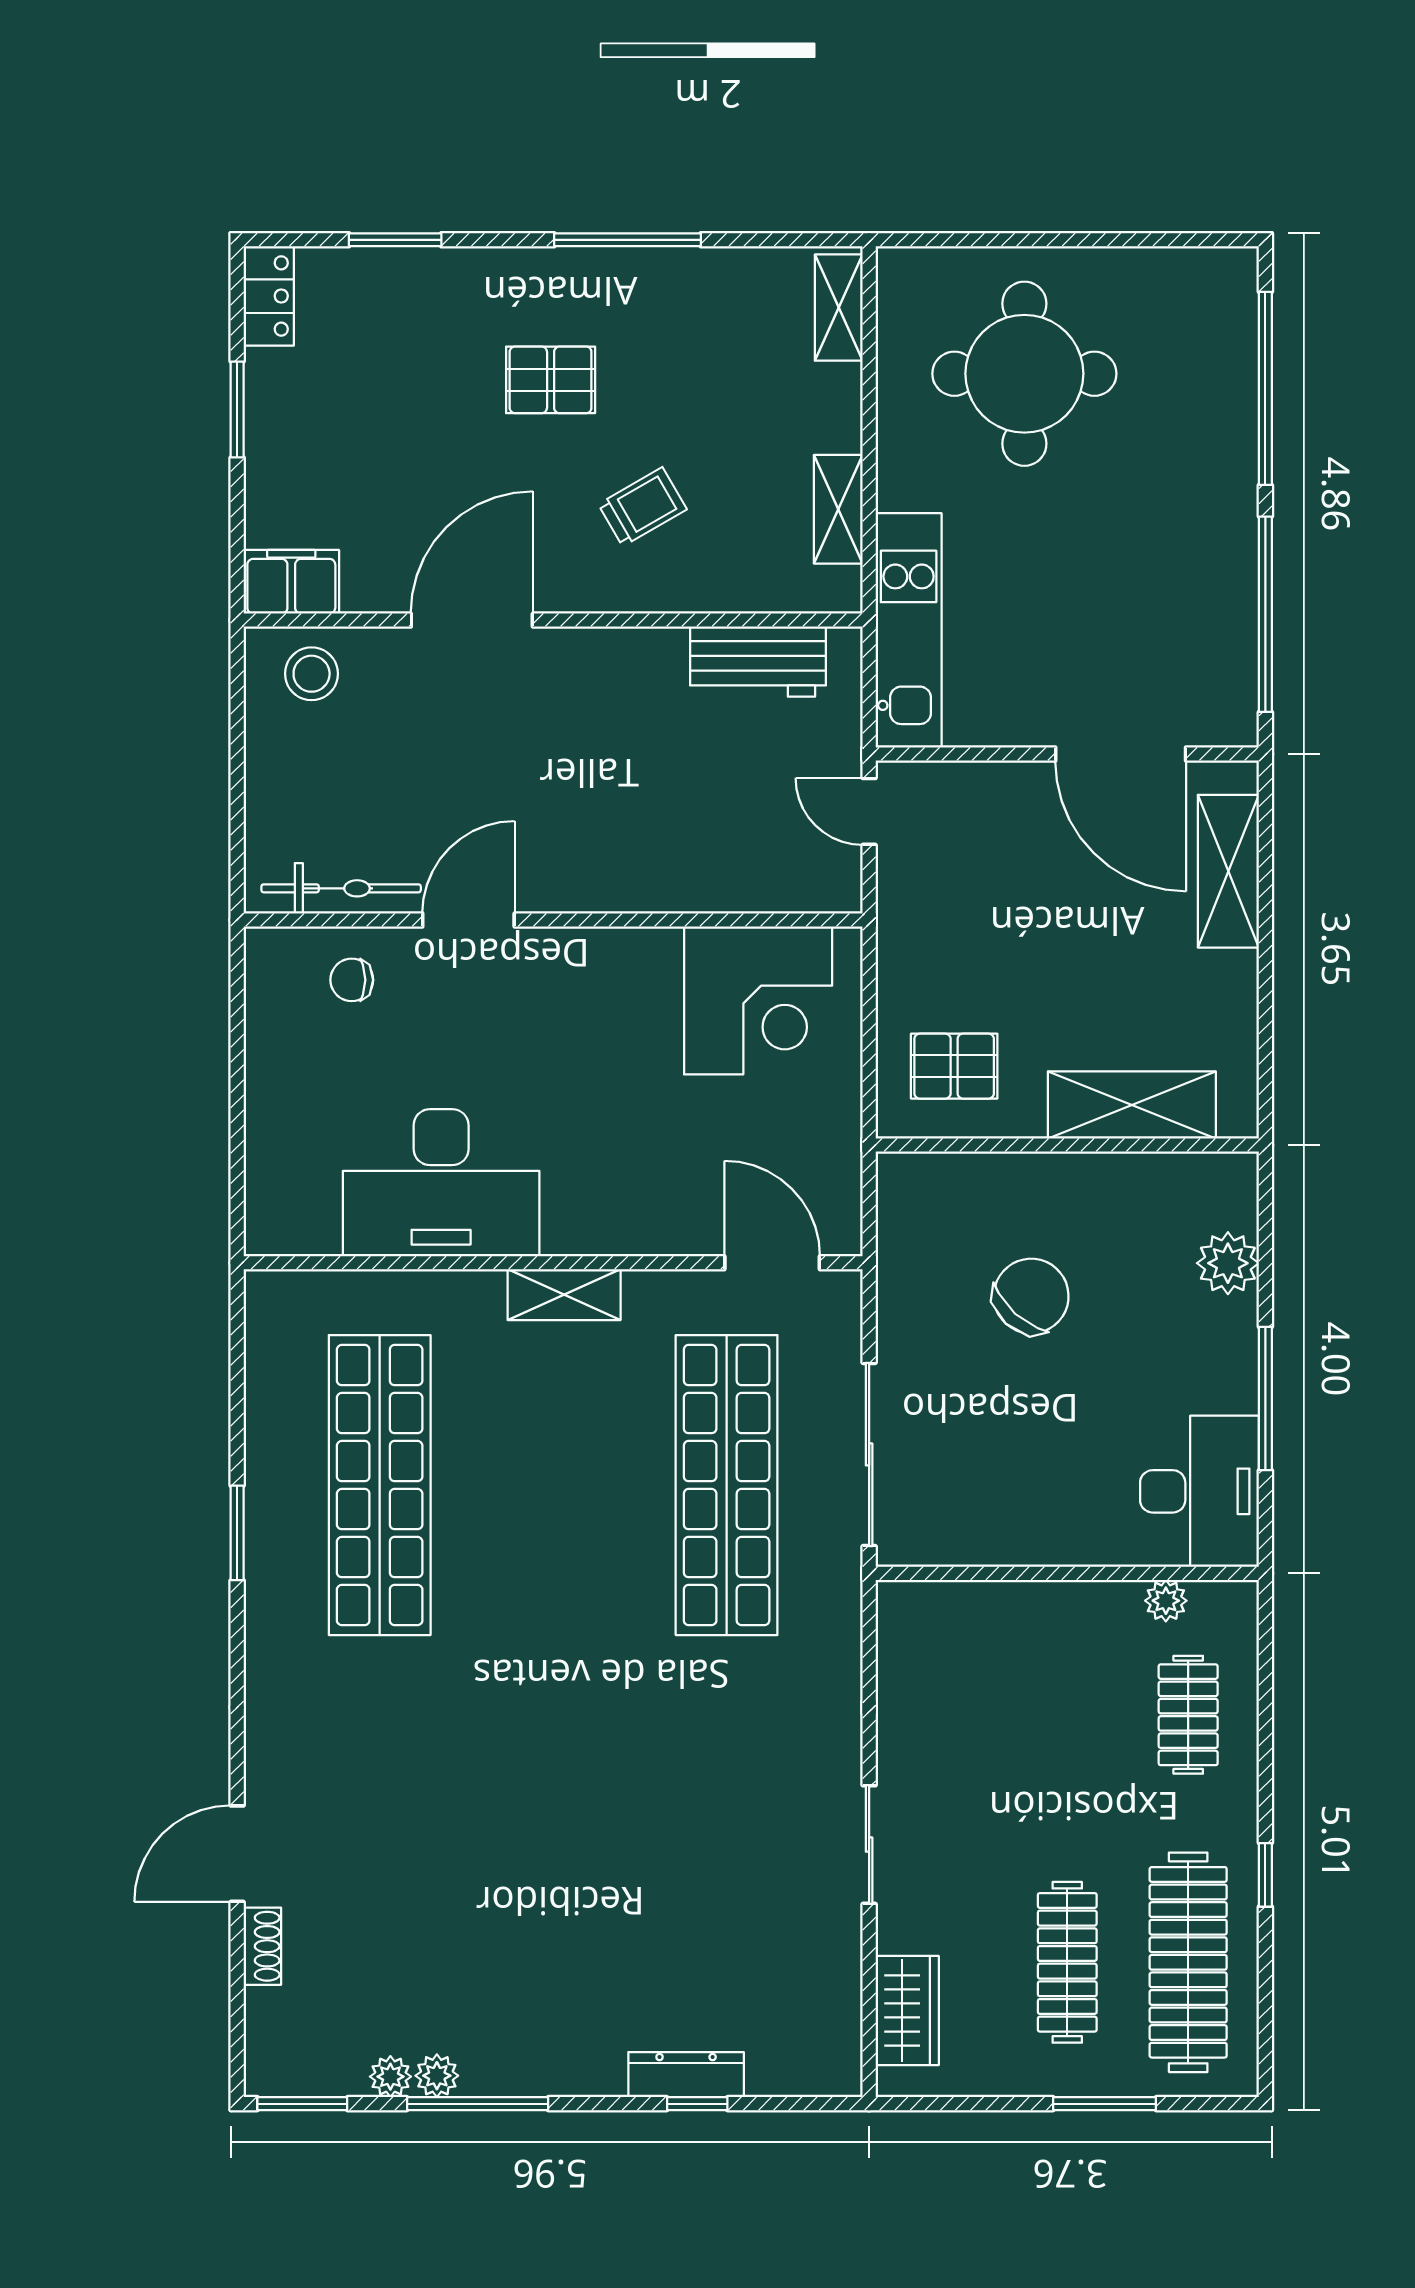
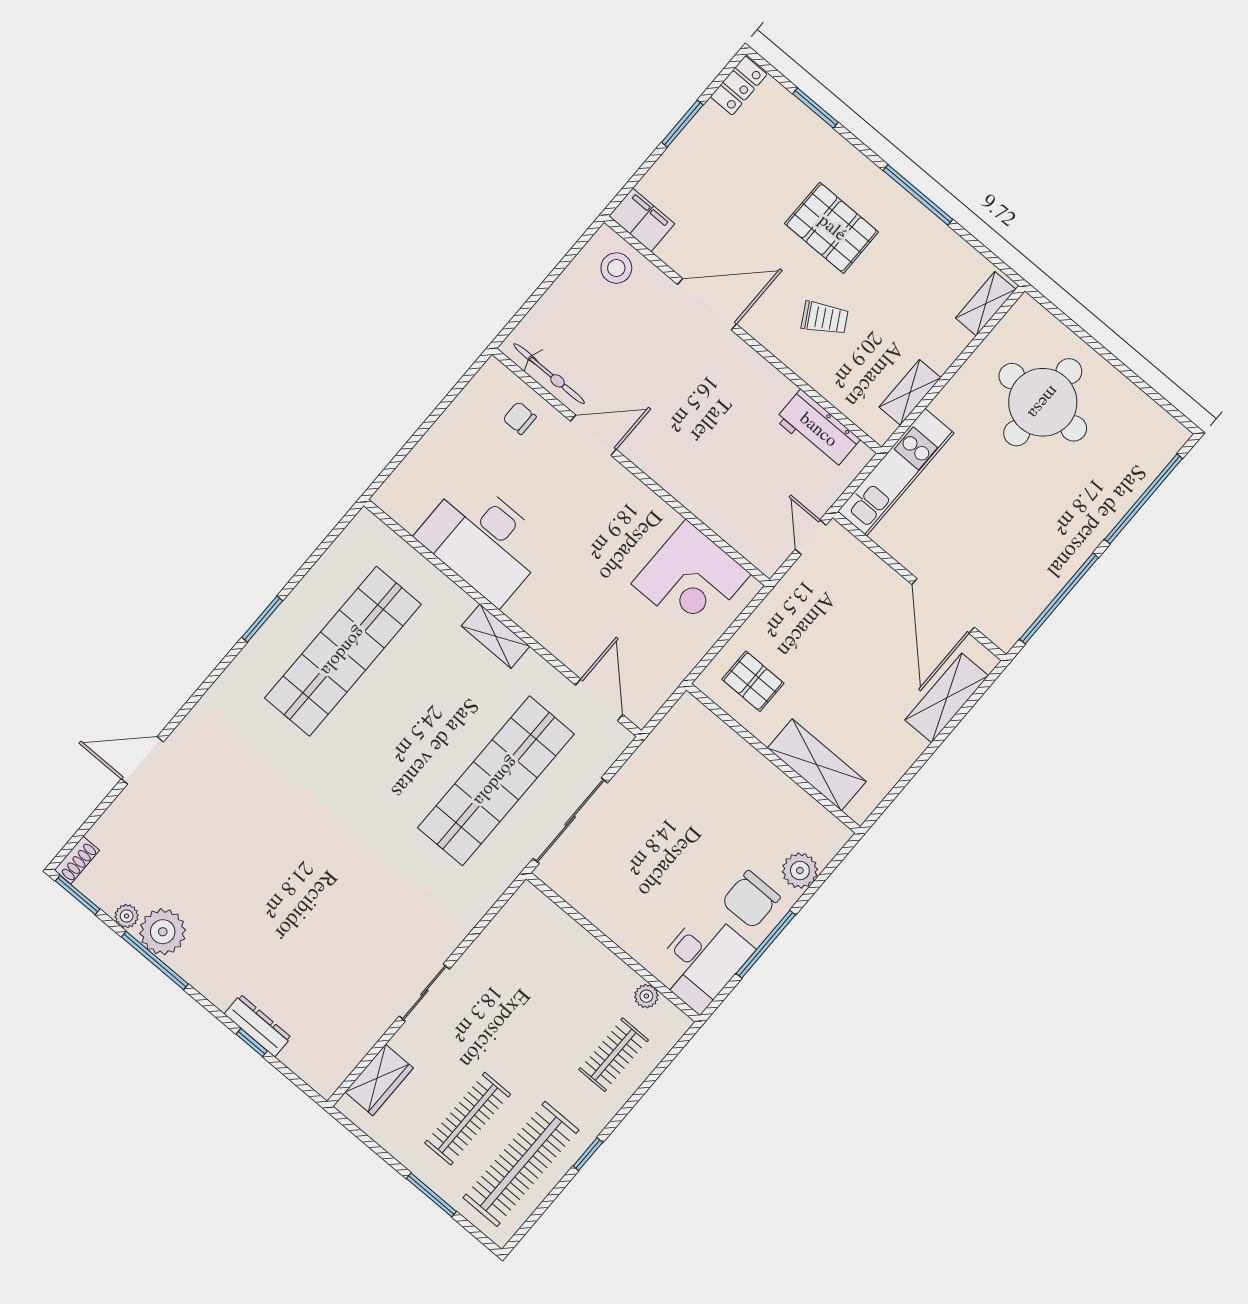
pallet: (551, 380) -> (832, 228), width x1.50, depth x1.42
chair: (1031, 1296) -> (751, 900), moved, turned 138
shoe rack: (262, 1946) -> (77, 860), moved
plant: (437, 2076) -> (163, 932), width x1.88, depth x1.88

